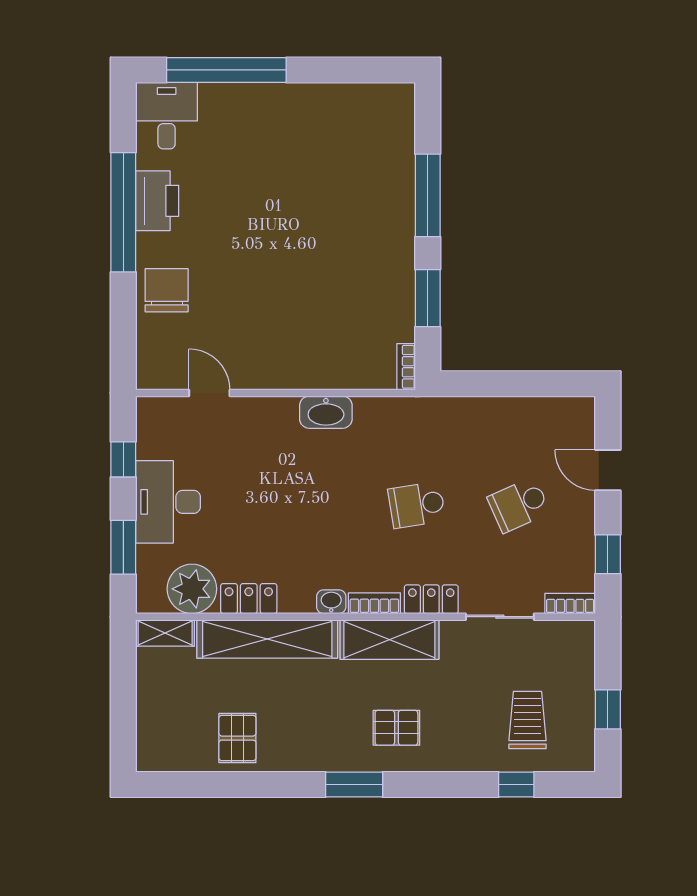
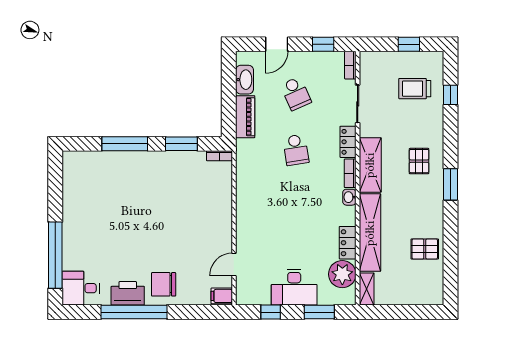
chair: (167, 290) -> (164, 284), moved
filing cabinet: (153, 371) -> (222, 296), added
washbasin: (326, 412) -> (245, 80), moved
piano: (477, 413) -> (245, 117), added

